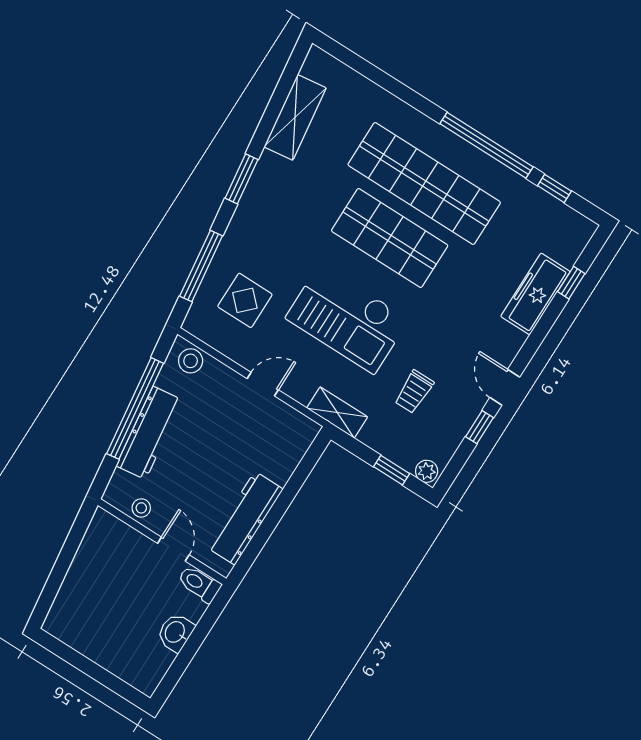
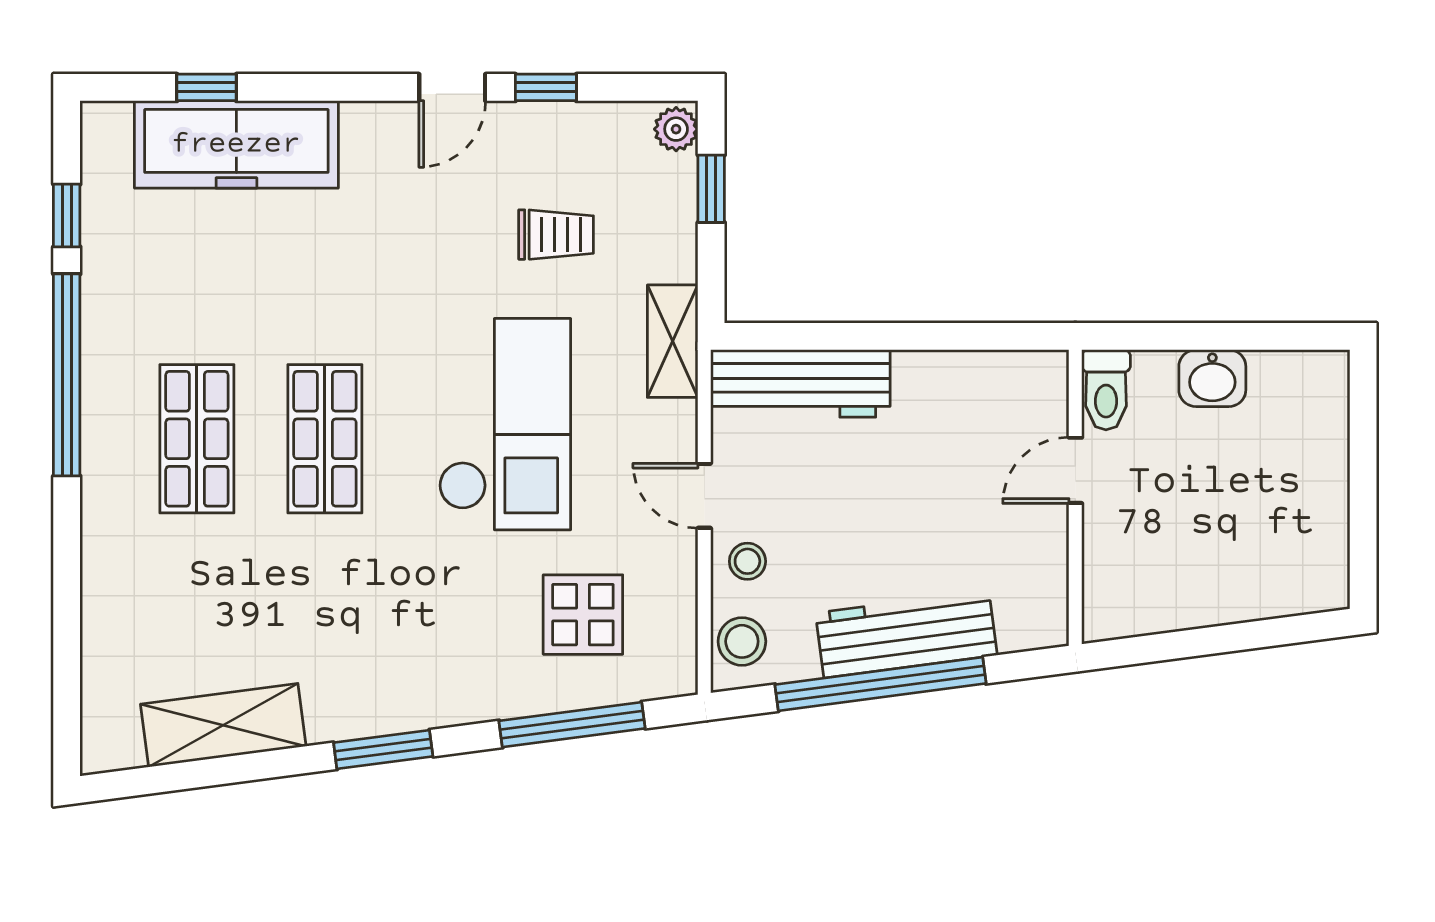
shop shelf: (424, 184) -> (197, 439), width x0.50, depth x0.74
shop shelf: (390, 238) -> (325, 439), width x0.70, depth x0.74
freezer: (535, 294) -> (236, 144), width x1.36, depth x1.26
stool: (141, 508) -> (747, 561), moved
workbench: (245, 518) -> (800, 383), moved

